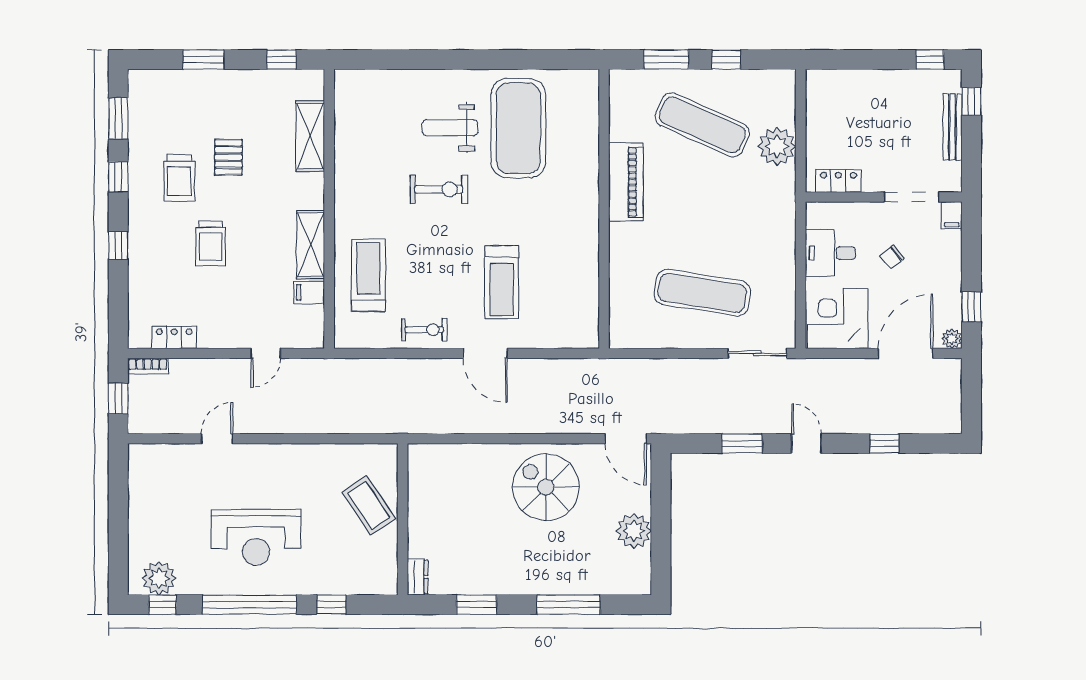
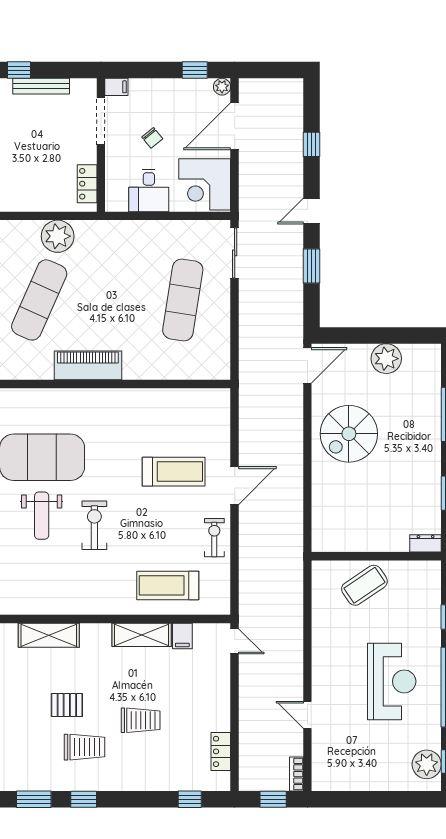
window: (118, 245) -> (190, 799), moved
door: (266, 353) -> (235, 641), moved
door: (906, 353) -> (235, 126), hinge flipped
bookcase: (148, 366) -> (297, 774), moved, turned 180

